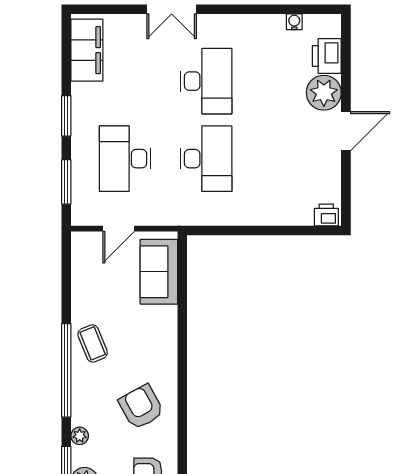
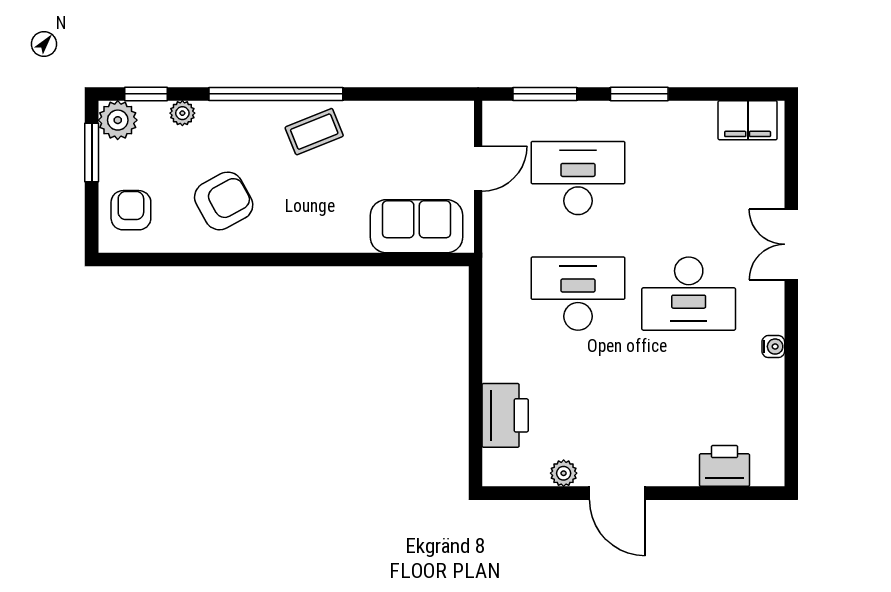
water cooler: (294, 22) -> (773, 347), moved
filing cabinet: (87, 50) -> (748, 120), width x0.67, depth x0.86
plant: (324, 93) -> (564, 473), moved, width x0.53, depth x0.53
desk: (206, 159) -> (578, 294), turned 180
printer: (326, 215) -> (505, 415), moved, width x1.87, depth x1.48
door: (119, 229) -> (478, 169), swing flipped

